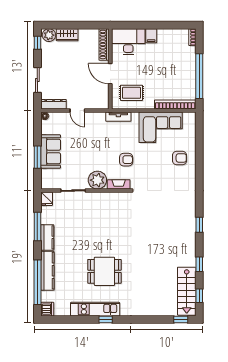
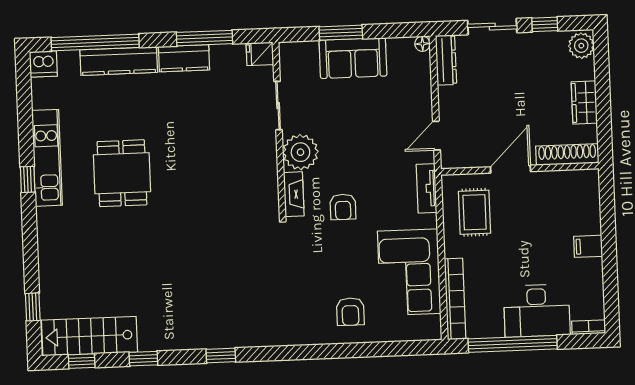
wardrobe: (67, 35) -> (584, 103), moved
desk: (128, 42) -> (537, 311), moved, turned 90
window: (37, 43) -> (545, 24), moved
door: (77, 111) -> (437, 136), moved
window: (181, 319) -> (33, 307), moved

